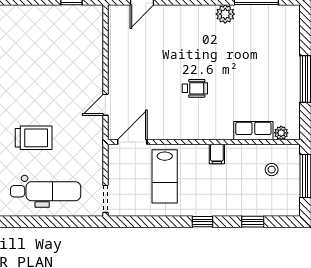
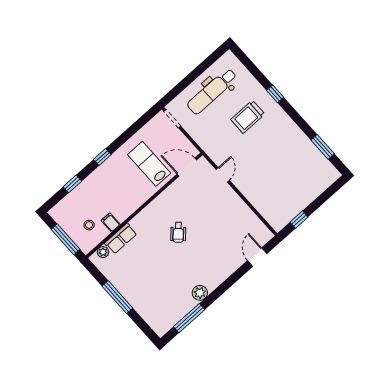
wheelchair: (195, 88) -> (178, 232), turned -47
door: (132, 142) -> (187, 167), swing flipped
filing cabinet: (217, 154) -> (111, 222), moved

